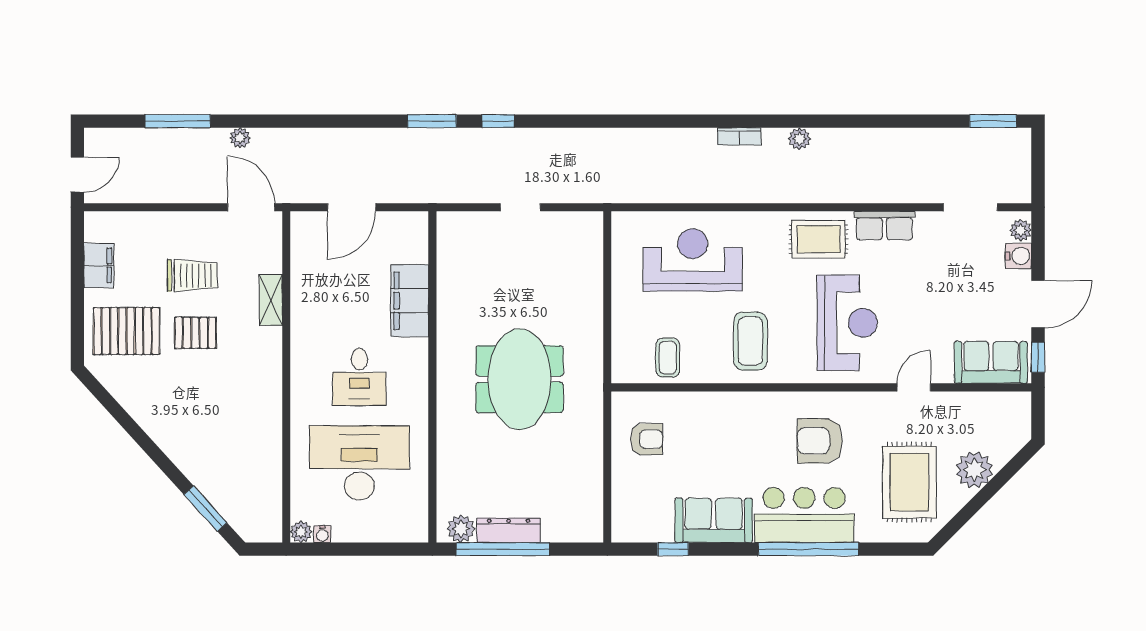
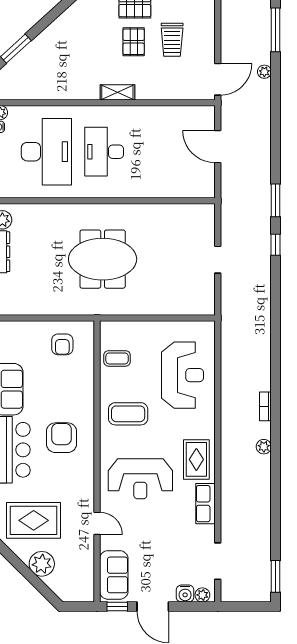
shelving: (271, 300) -> (117, 92), moved
filing cabinet: (410, 301) -> (155, 185), removed
desk: (359, 377) -> (104, 152), width x1.37
armchair: (820, 441) -> (61, 438), moved

